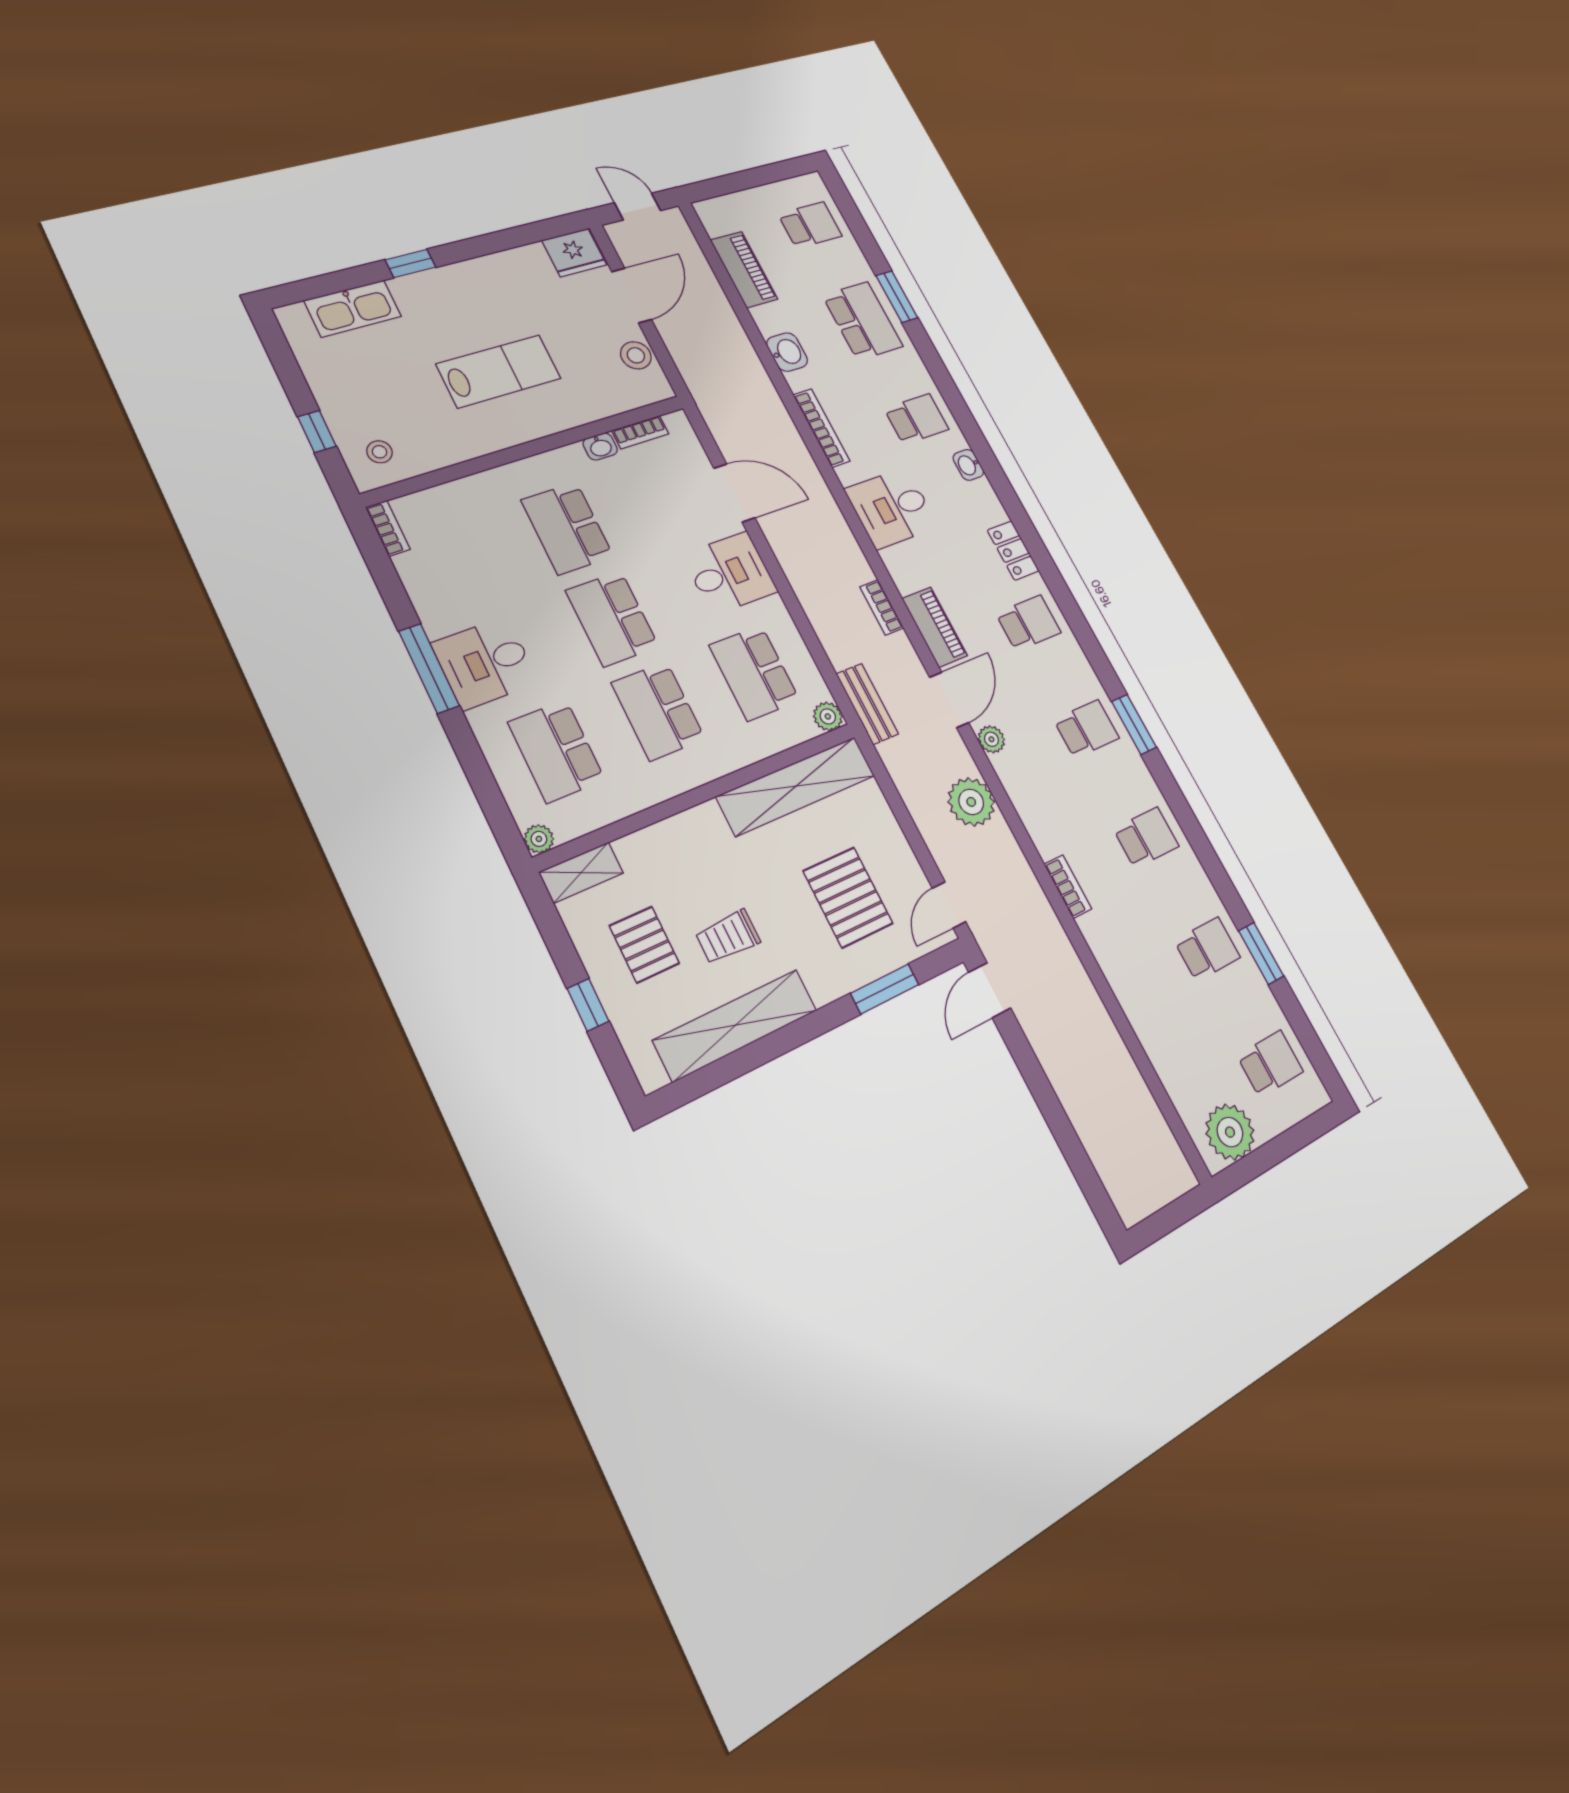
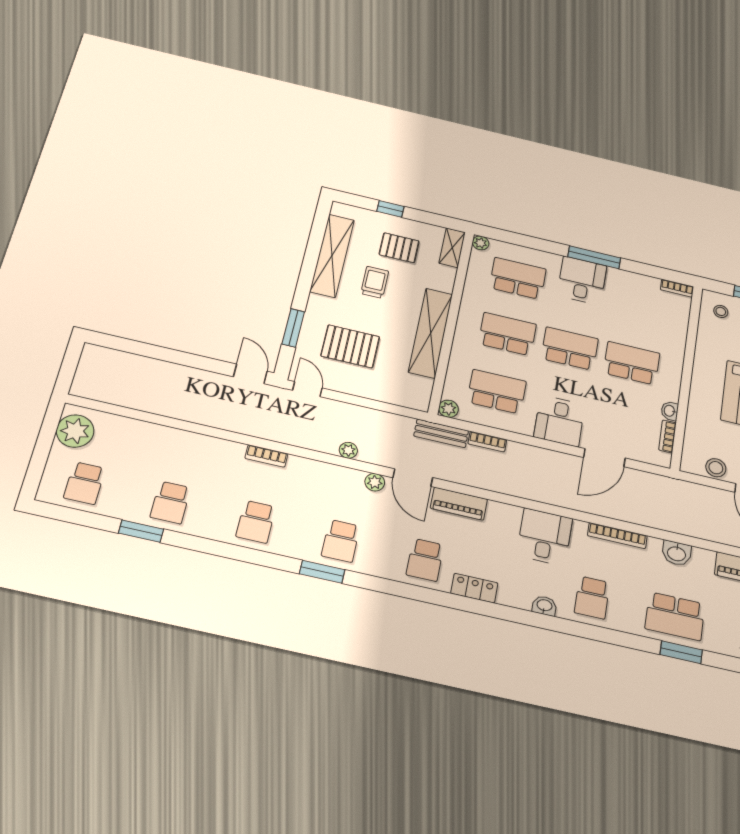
bookcase: (882, 607) -> (487, 442), moved, turned 180
shelving: (796, 786) -> (431, 333), moved
plant: (971, 802) -> (348, 450), width x0.53, depth x0.53

